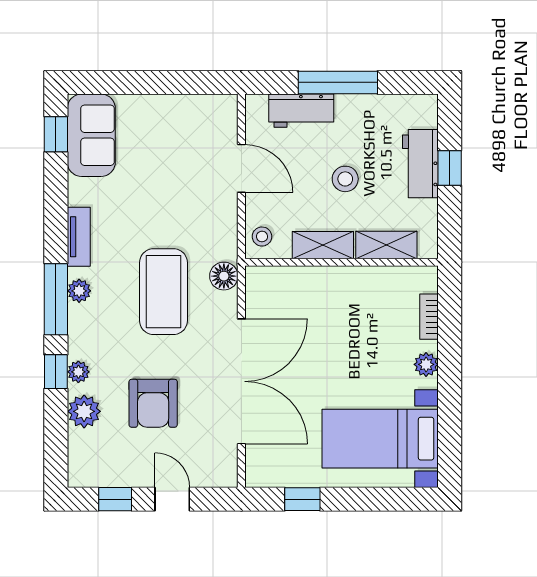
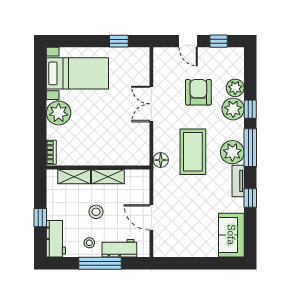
window: (56, 134) -> (250, 198), moved
workbench: (420, 164) -> (56, 239), moved
stool: (262, 237) -> (89, 243), moved
plant: (79, 291) -> (232, 152), width x1.87, depth x1.87
bookcase: (429, 317) -> (51, 152), moved
plant: (426, 364) -> (59, 113), width x1.88, depth x1.88
plant: (78, 372) -> (233, 109), width x1.88, depth x1.88
double door: (241, 381) -> (151, 104), width x0.54

